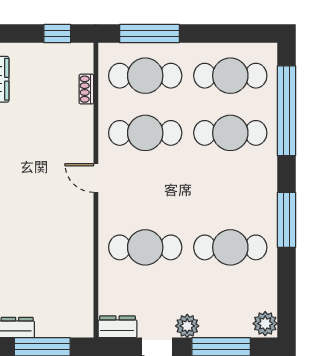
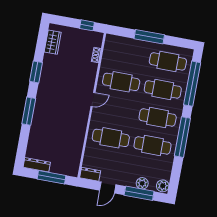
window: (149, 34) -> (149, 37), moved
cafe table: (145, 76) -> (158, 117), moved
door: (96, 178) -> (93, 99), swing flipped
window: (286, 220) -> (182, 137), width x1.46
plant: (187, 326) -> (142, 183), moved

